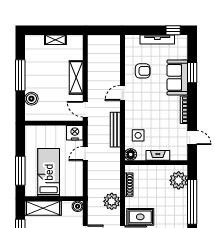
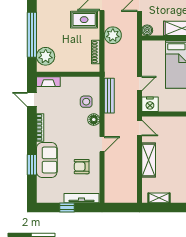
window: (173, 30) -> (67, 207), moved
shelving: (55, 40) -> (159, 198), moved
tv unit: (157, 40) -> (82, 198), moved
bench: (115, 130) -> (109, 96), moved
floor lamp: (131, 154) -> (94, 120), moved
fireplace: (158, 155) -> (48, 82), moved

